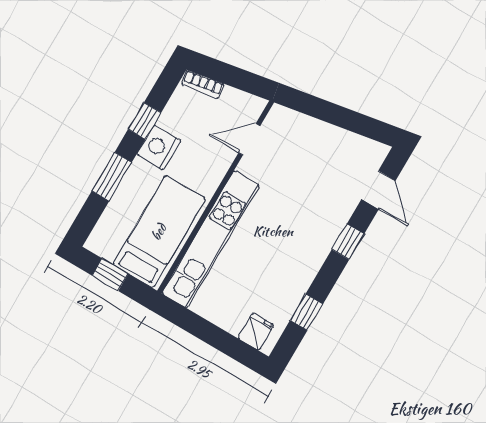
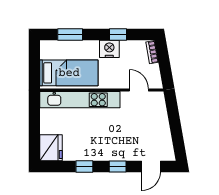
window: (112, 177) -> (70, 35), moved
window: (110, 275) -> (34, 61), removed
window: (307, 312) -> (84, 167), moved
fridge: (256, 332) -> (51, 148), width x1.88, depth x1.34

